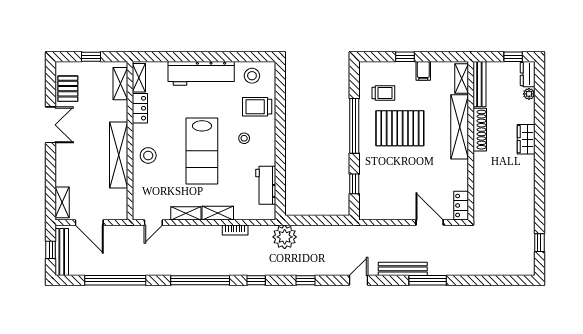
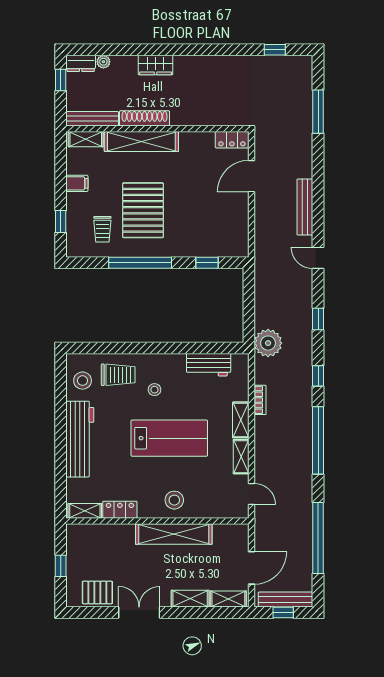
window: (405, 57) -> (61, 222), moved
shelving: (120, 84) -> (190, 599), moved
trolley: (383, 93) -> (102, 229), turned 180
trolley: (257, 107) -> (118, 375), turned -90
window: (428, 280) -> (318, 112), moved

